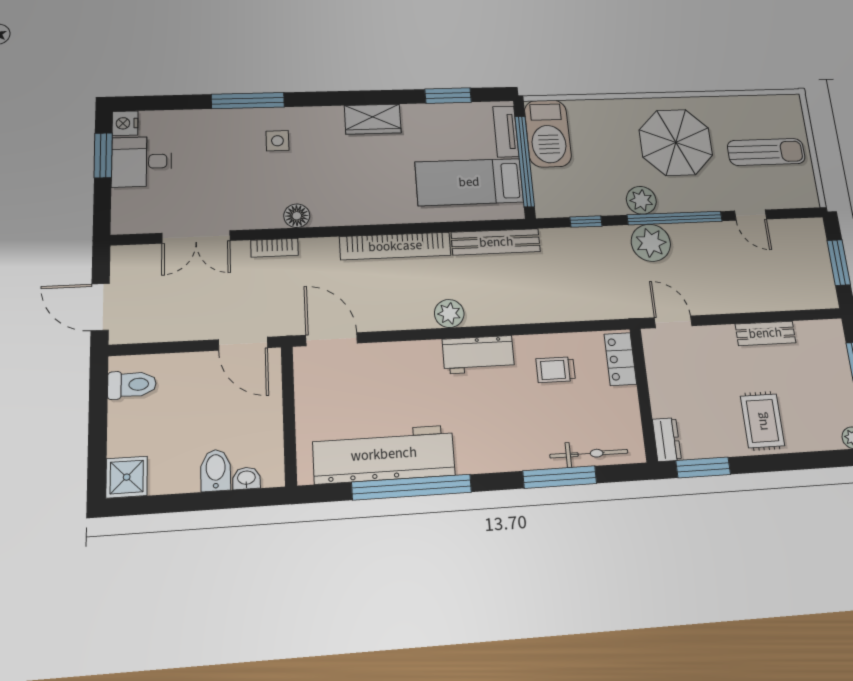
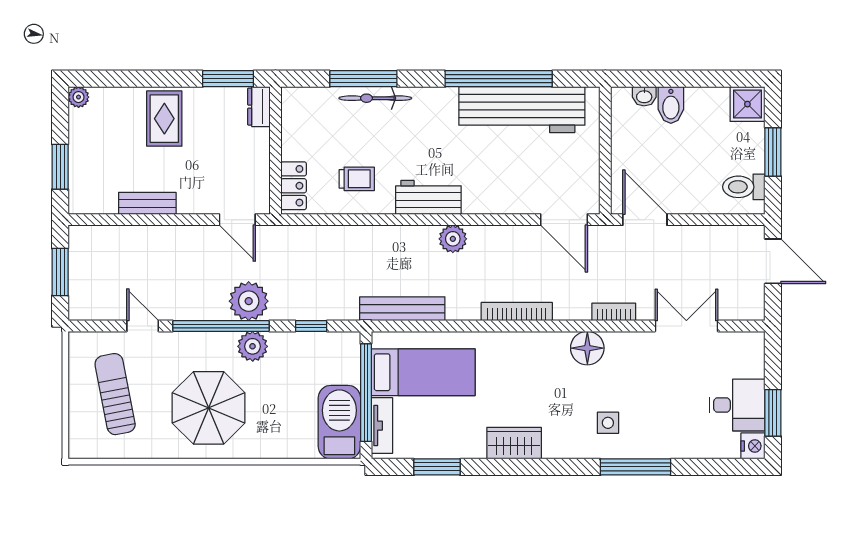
sun lounger: (766, 152) -> (115, 394), turned 79
floor lamp: (297, 216) -> (587, 348), width x1.38, depth x1.38
bookcase: (395, 246) -> (517, 312), width x0.68, depth x0.76
window: (98, 425) -> (773, 152), added
bicycle: (589, 454) -> (375, 98), moved

